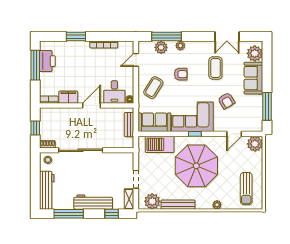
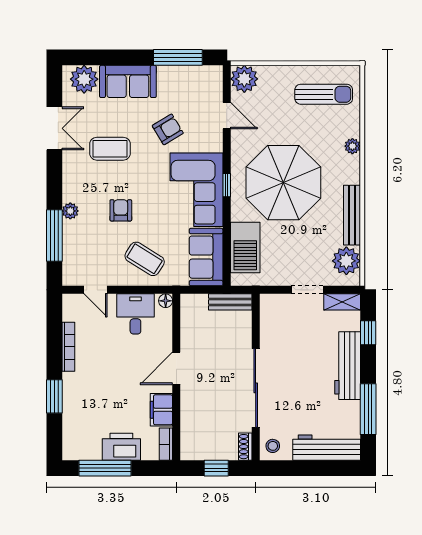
plant: (161, 47) -> (73, 245), removed
printer: (47, 61) -> (121, 447), moved
desk: (114, 92) -> (135, 314), moved, turned -90
door: (92, 105) -> (176, 368), hinge flipped
bench: (129, 125) -> (230, 302), moved

